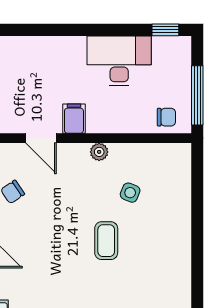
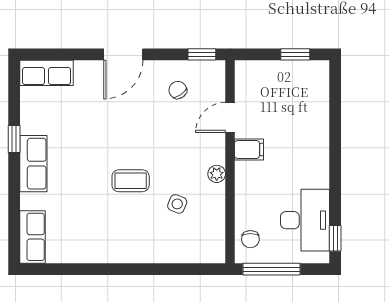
desk: (119, 61) -> (305, 220), moved

